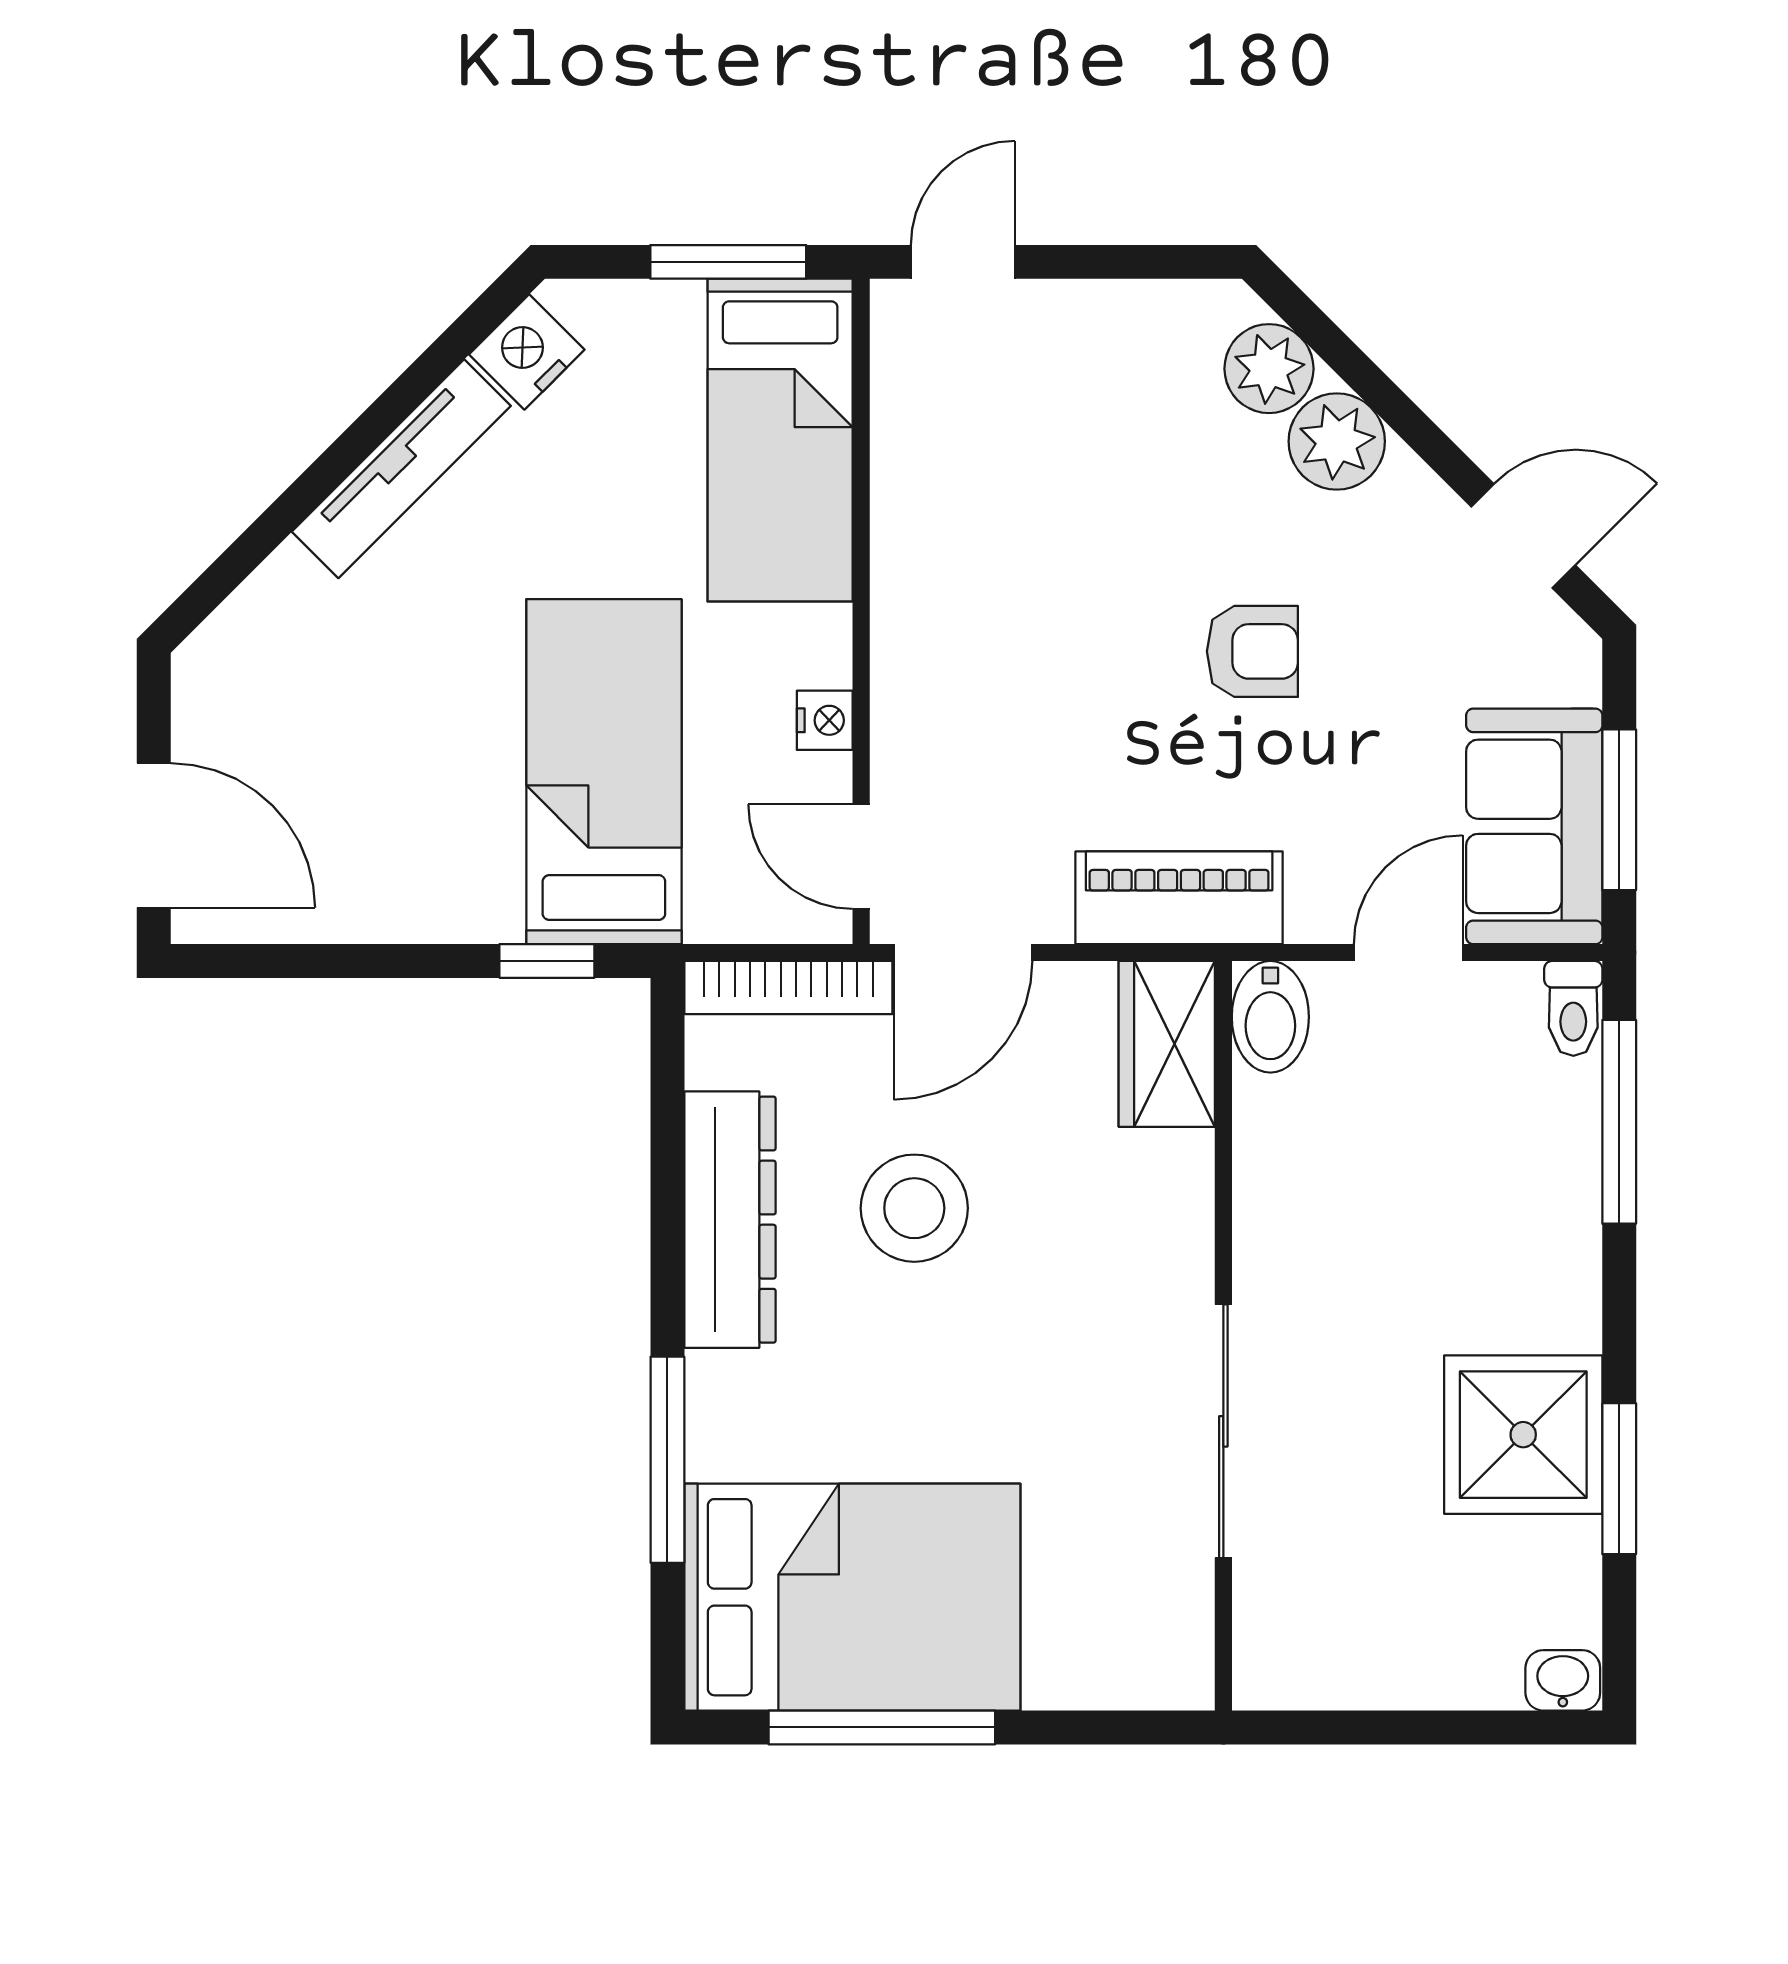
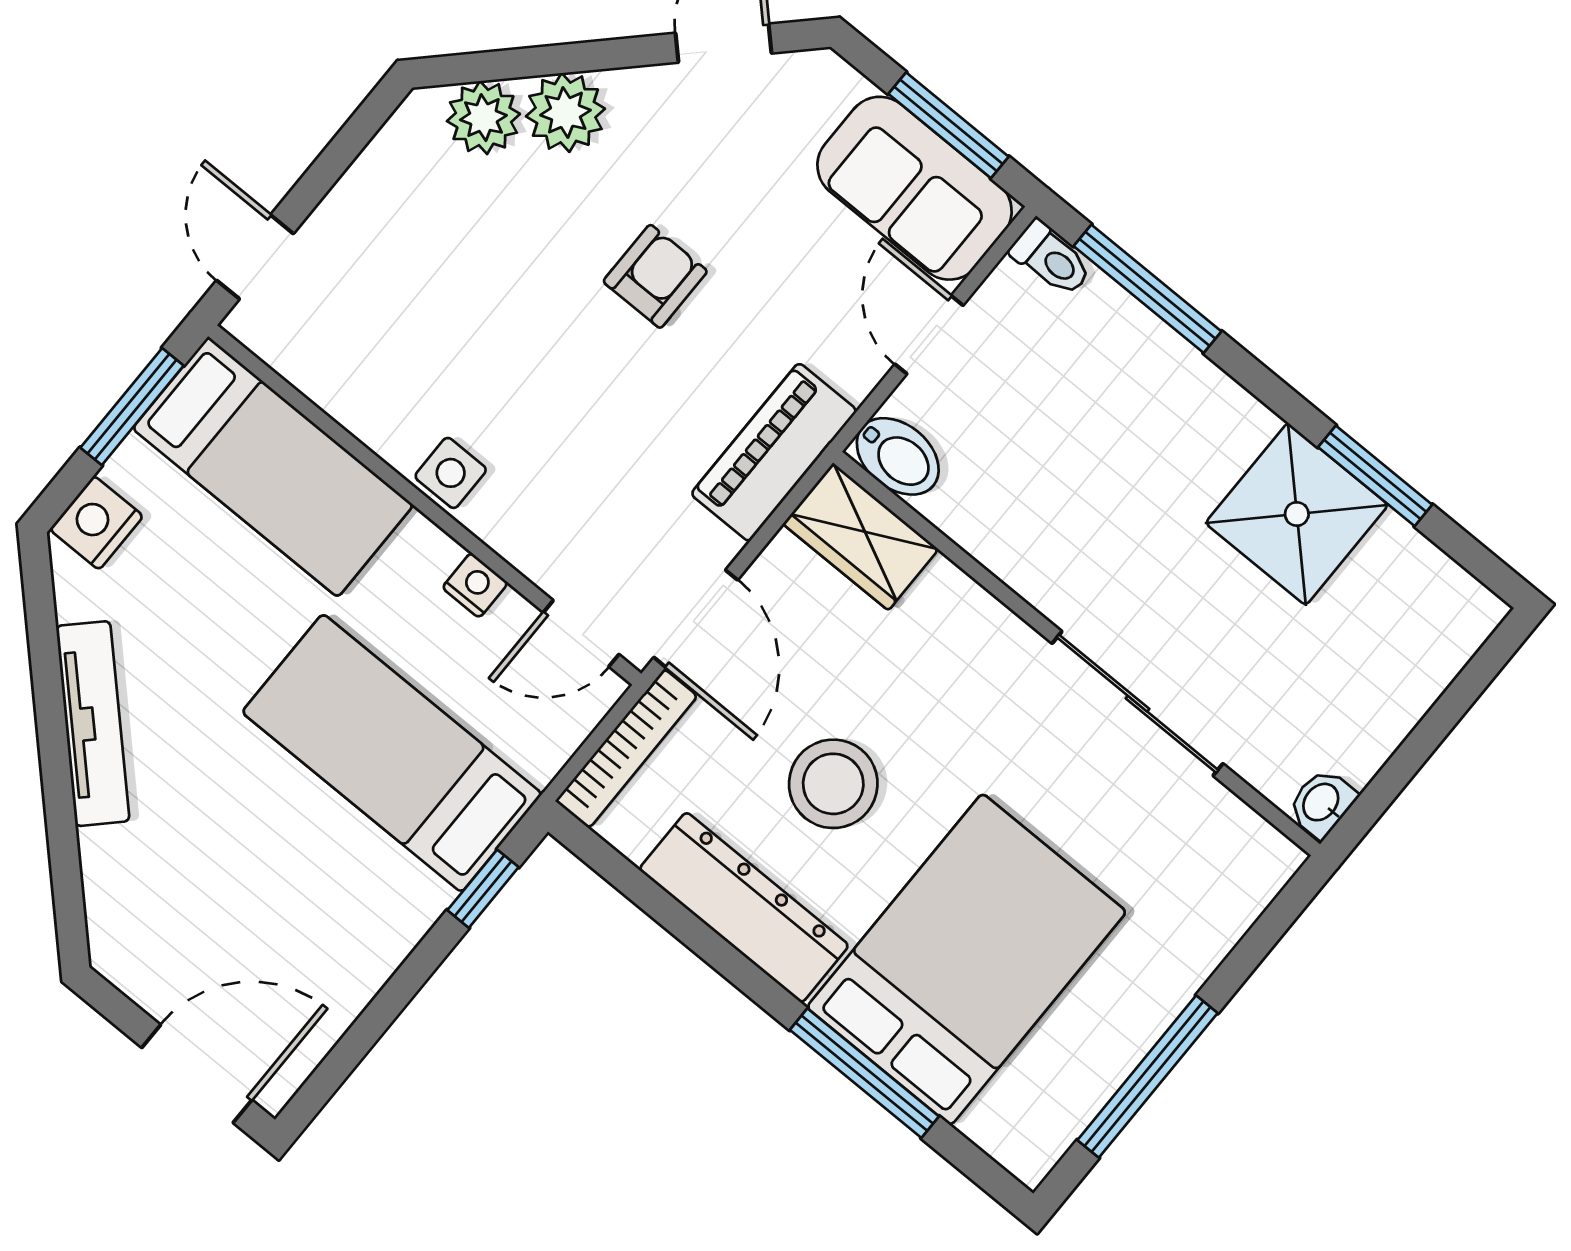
nightstand: (527, 352) -> (97, 523), moved, turned 45
side table: (911, 611) -> (451, 473), added
bed: (852, 1597) -> (967, 959), moved
washbasin: (1563, 1680) -> (1322, 803), moved

